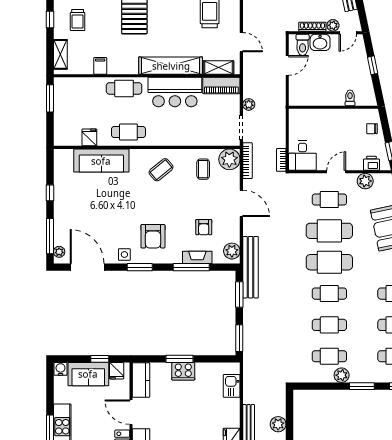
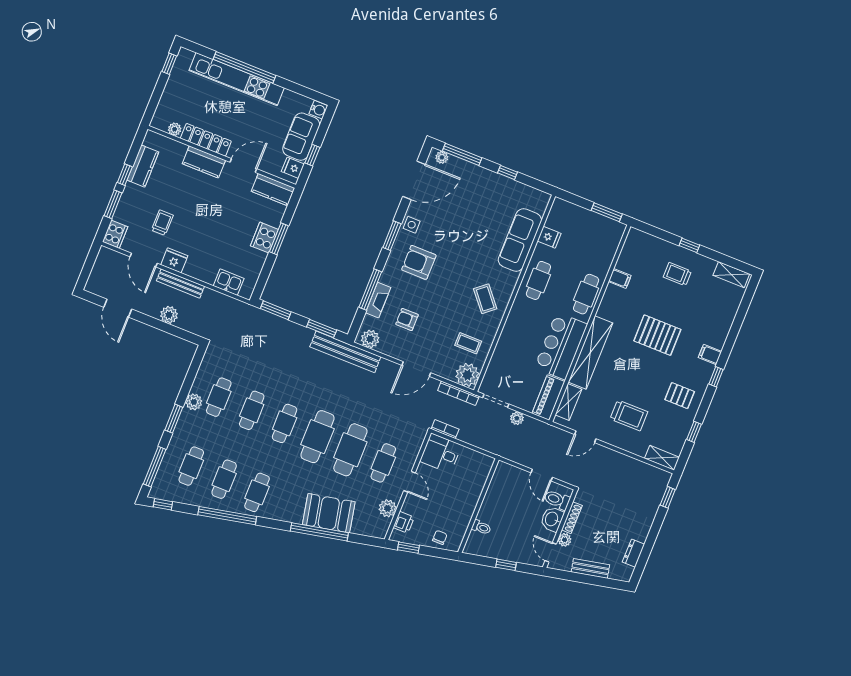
shelving: (60, 54) -> (648, 241), removed

